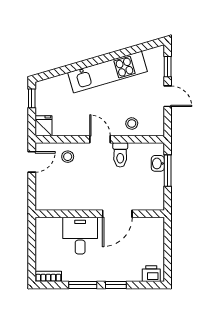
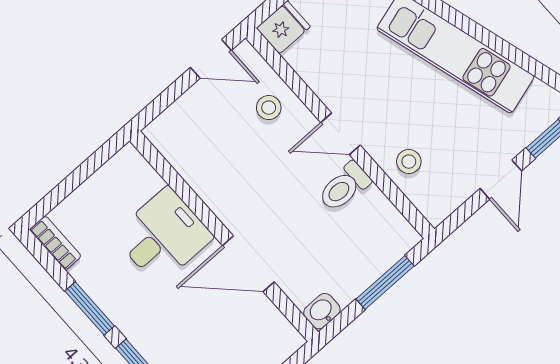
door: (100, 139) -> (340, 134), swing flipped
washbasin: (158, 163) -> (322, 311), moved

